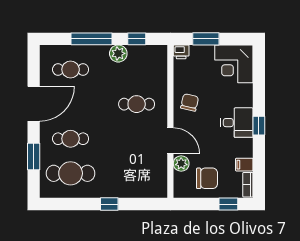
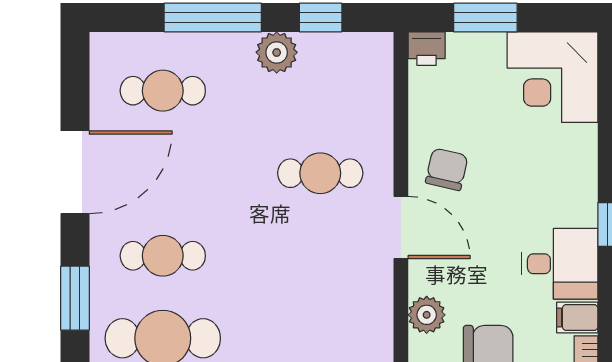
desk: (237, 123) -> (560, 264), moved
door: (170, 141) -> (401, 228), moved

